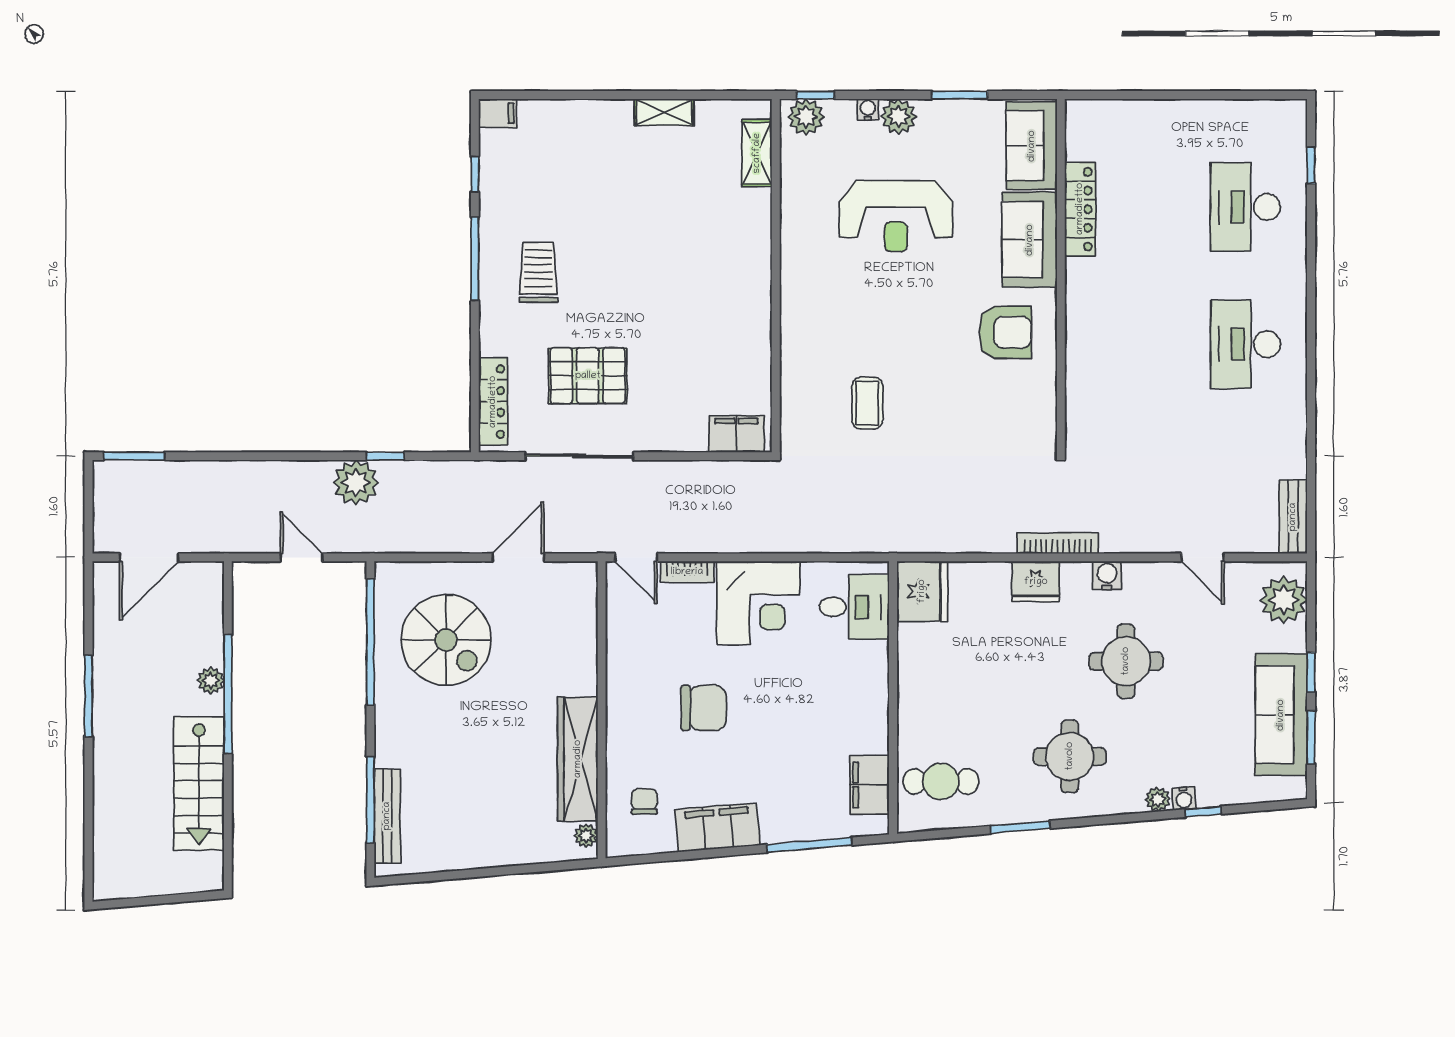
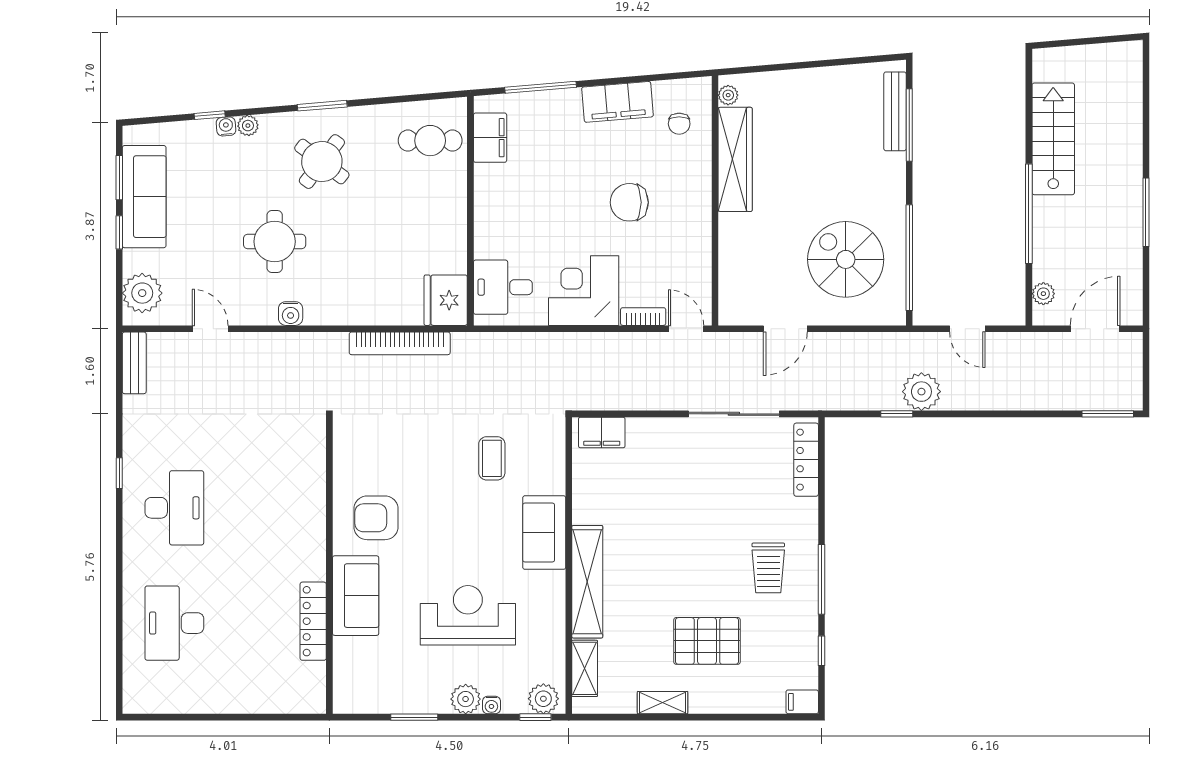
sofa: (1032, 146) -> (544, 533), moved, turned 180
window: (1311, 165) -> (119, 473), moved
desk: (1245, 207) -> (174, 623), turned 180
shelving: (754, 256) -> (587, 582), added
pallet: (588, 376) -> (707, 641), moved
bookcase: (1058, 543) -> (400, 343), moved, width x1.48, depth x1.31
fridge: (1036, 582) -> (351, 308), removed
plant: (211, 681) -> (1043, 294), moved
round table: (1070, 756) -> (322, 162), turned 37
window: (1020, 827) -> (322, 106), moved

